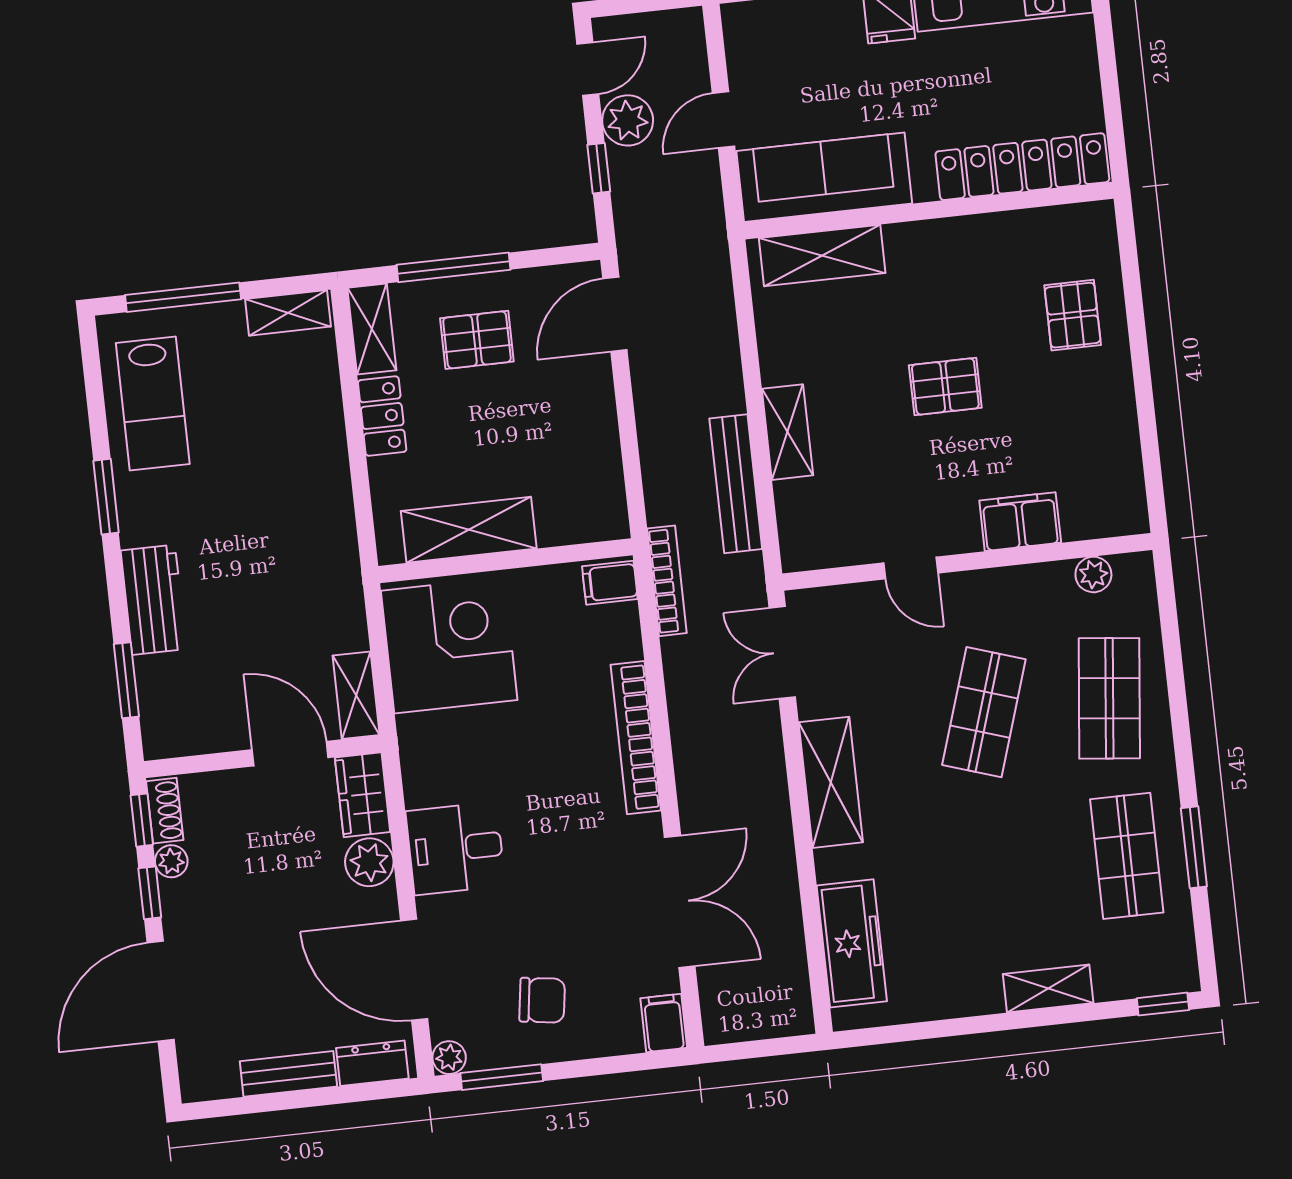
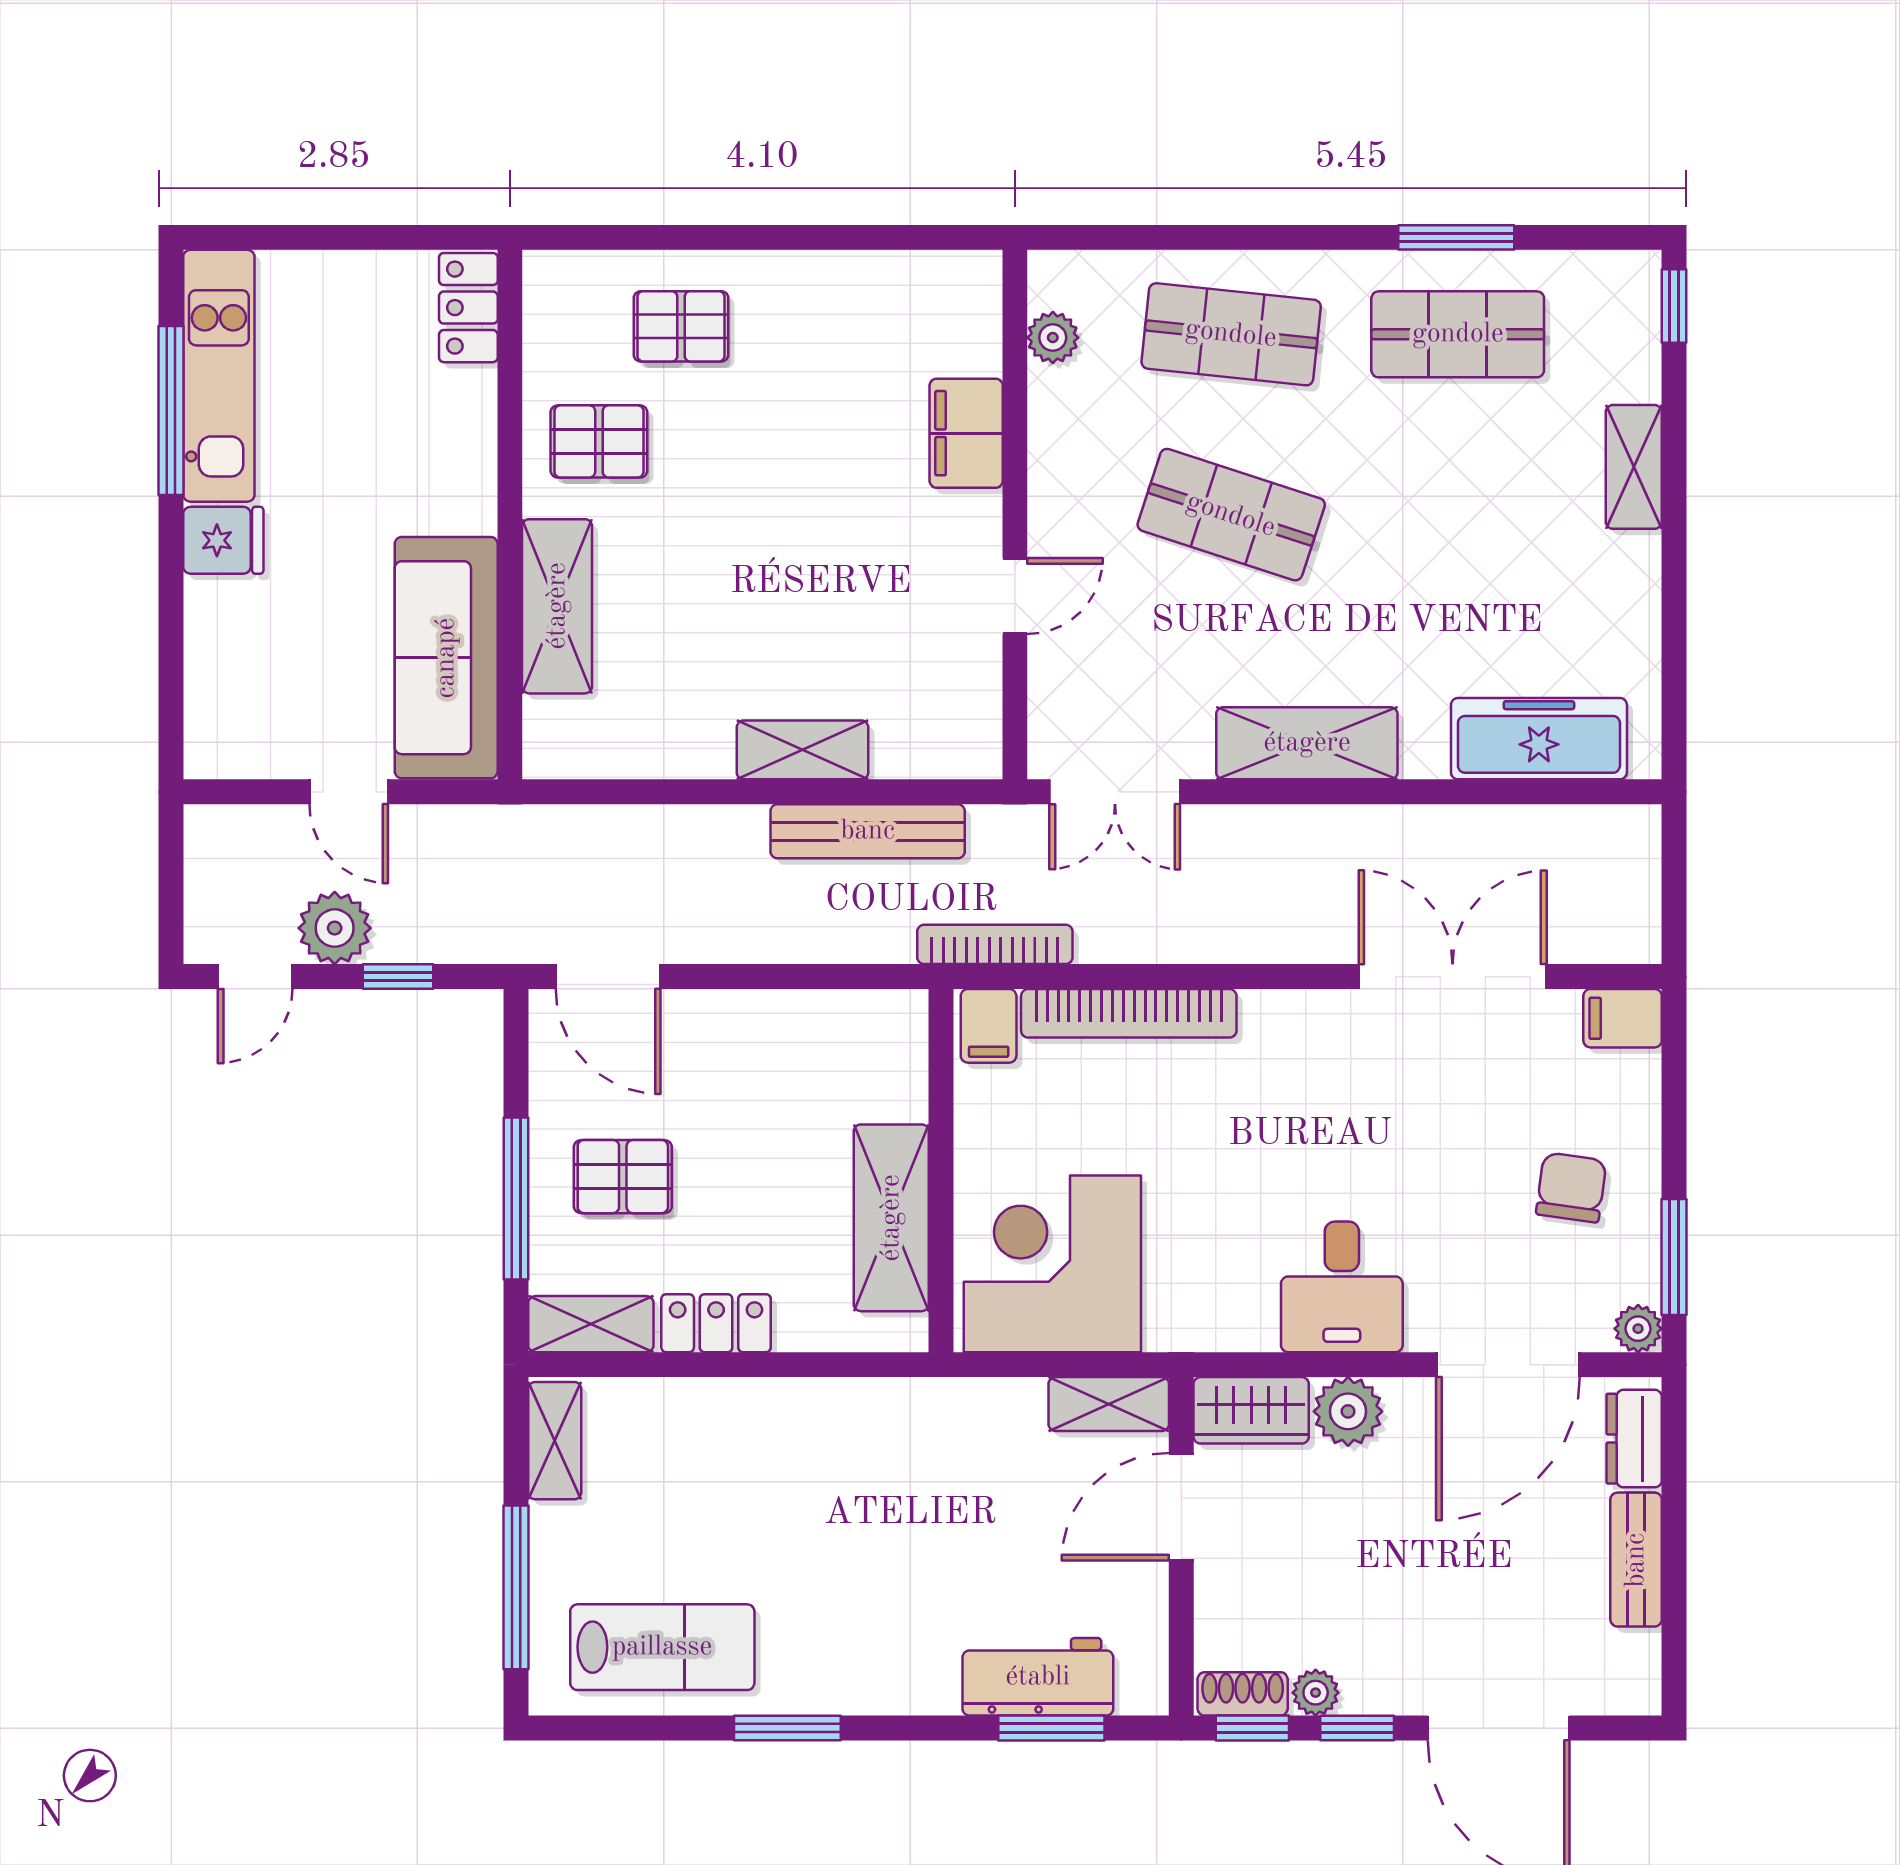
door: (588, 69) -> (255, 977), swing flipped
locker: (1022, 167) -> (468, 308), width x0.46, depth x0.83
shelving: (822, 256) -> (557, 606), moved
pallet: (477, 340) -> (623, 1177), turned 90
pallet: (945, 387) -> (599, 441), moved, turned 90
workbench: (154, 600) -> (1038, 1677), moved
bookcase: (636, 738) -> (1129, 1013), moved

